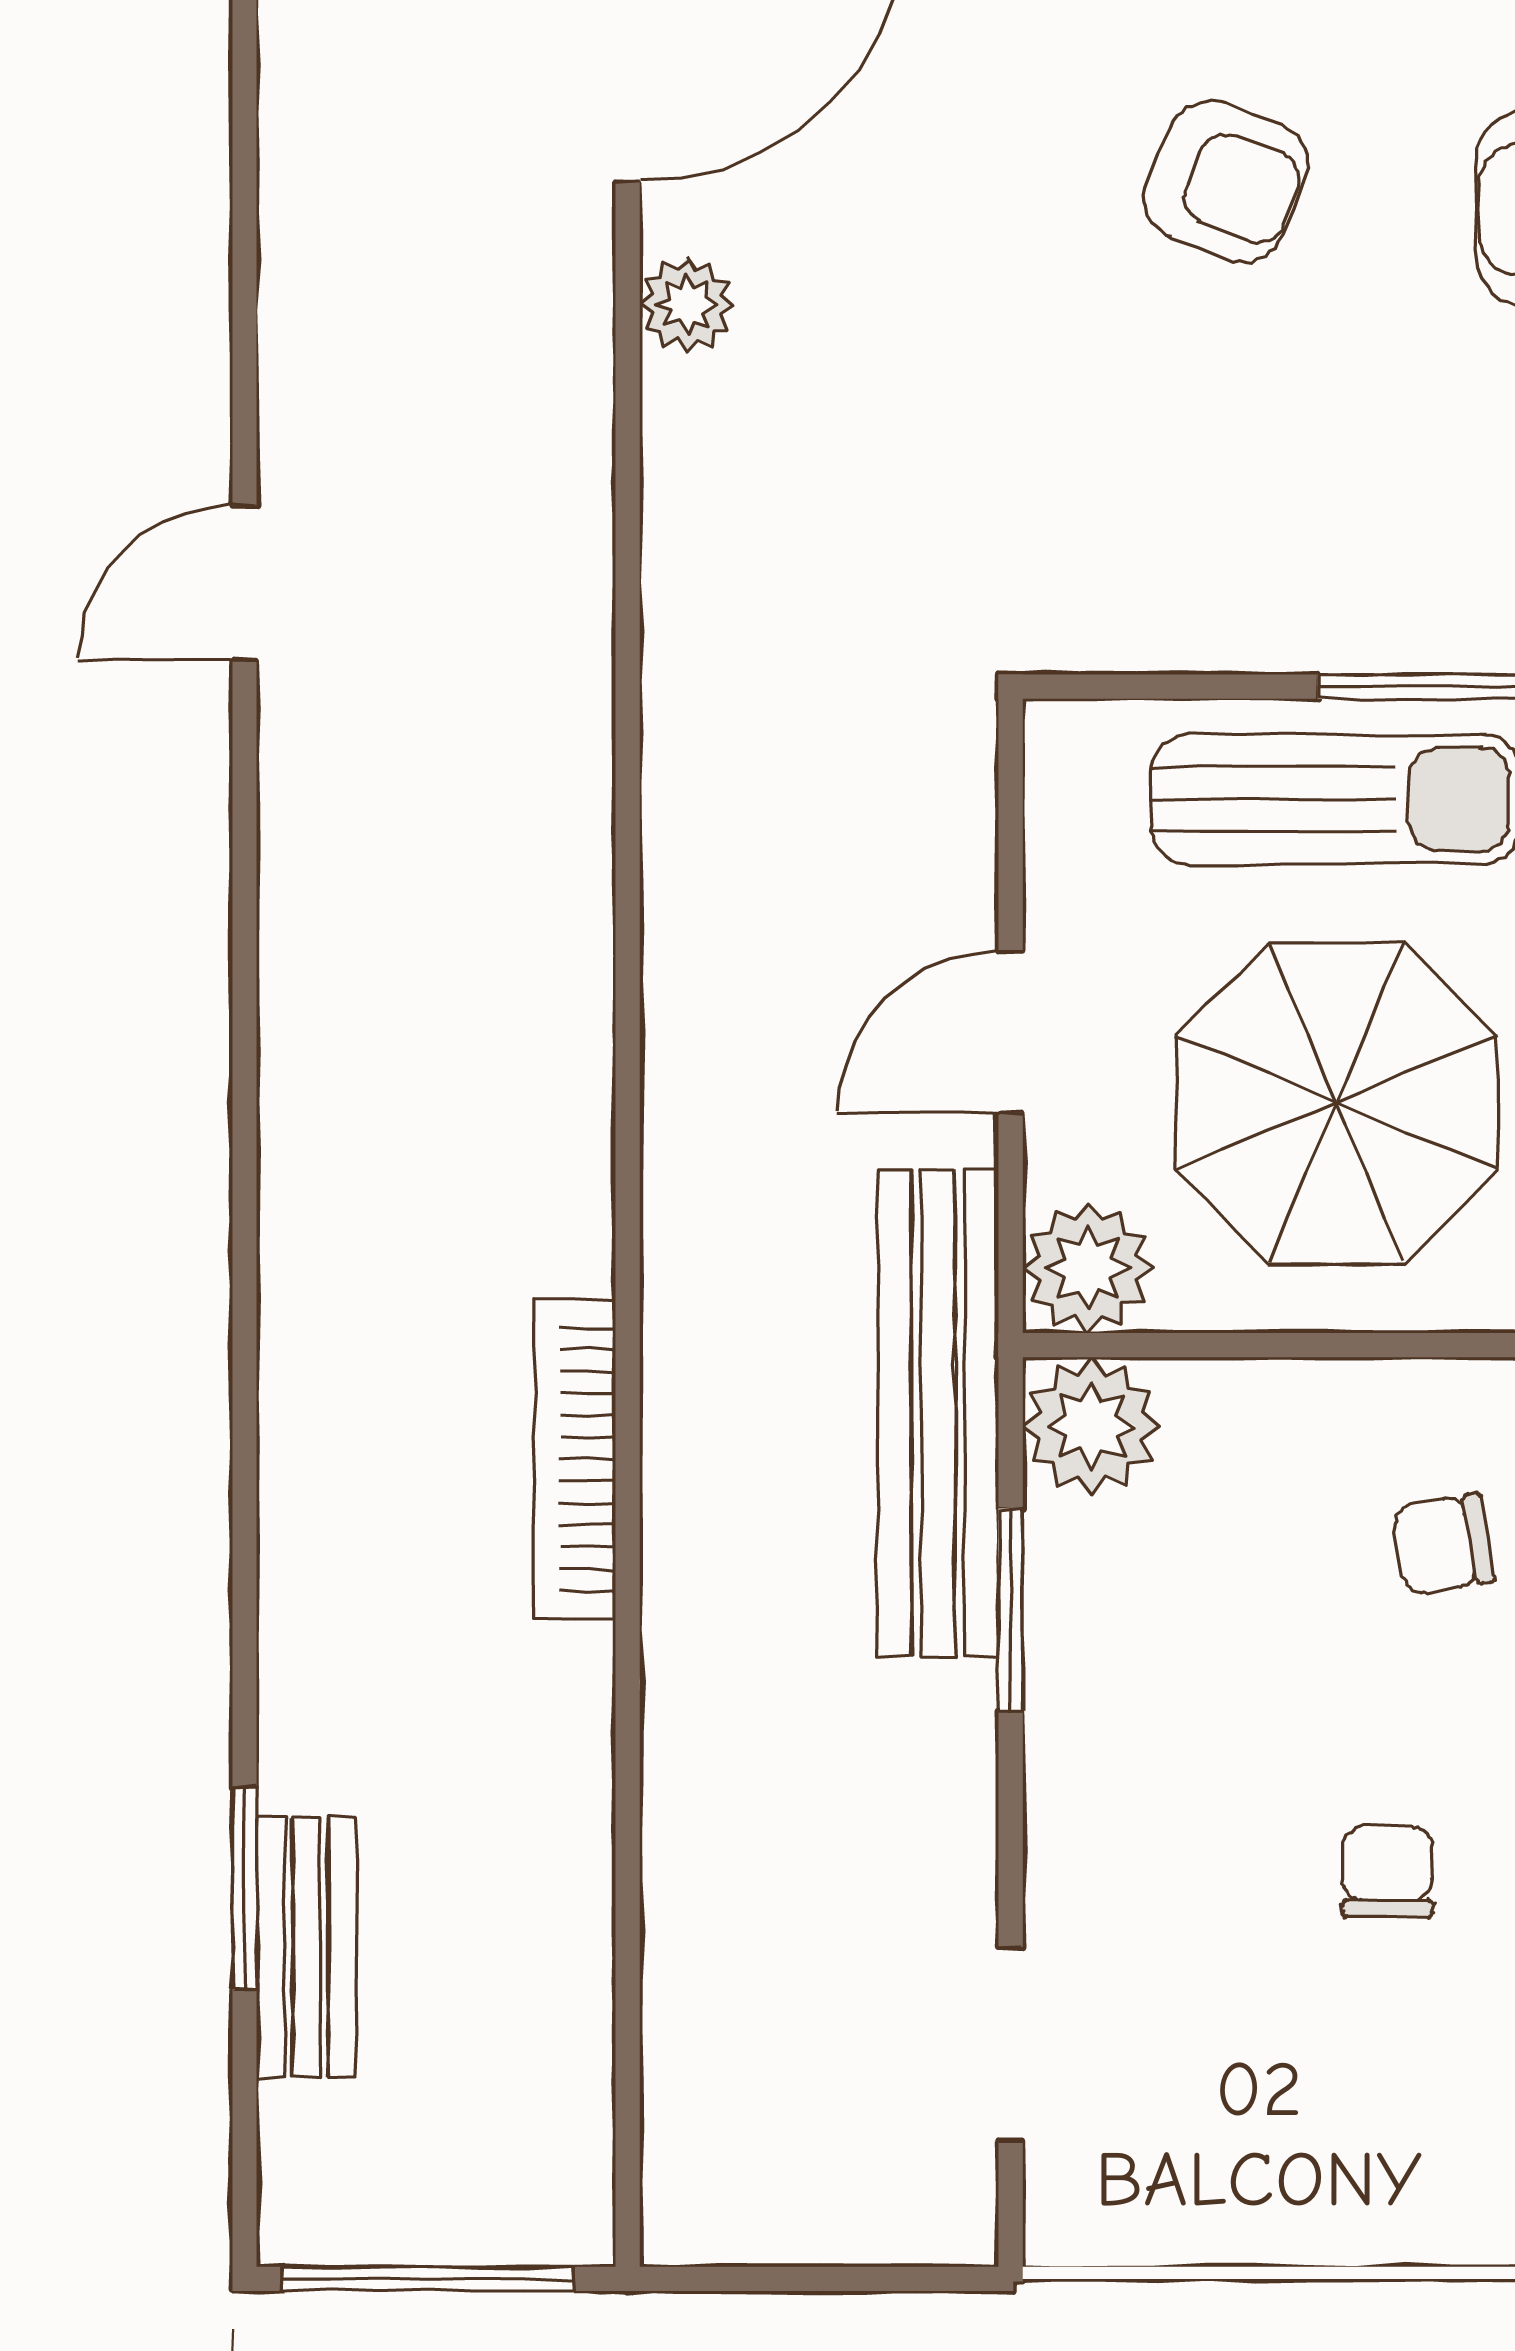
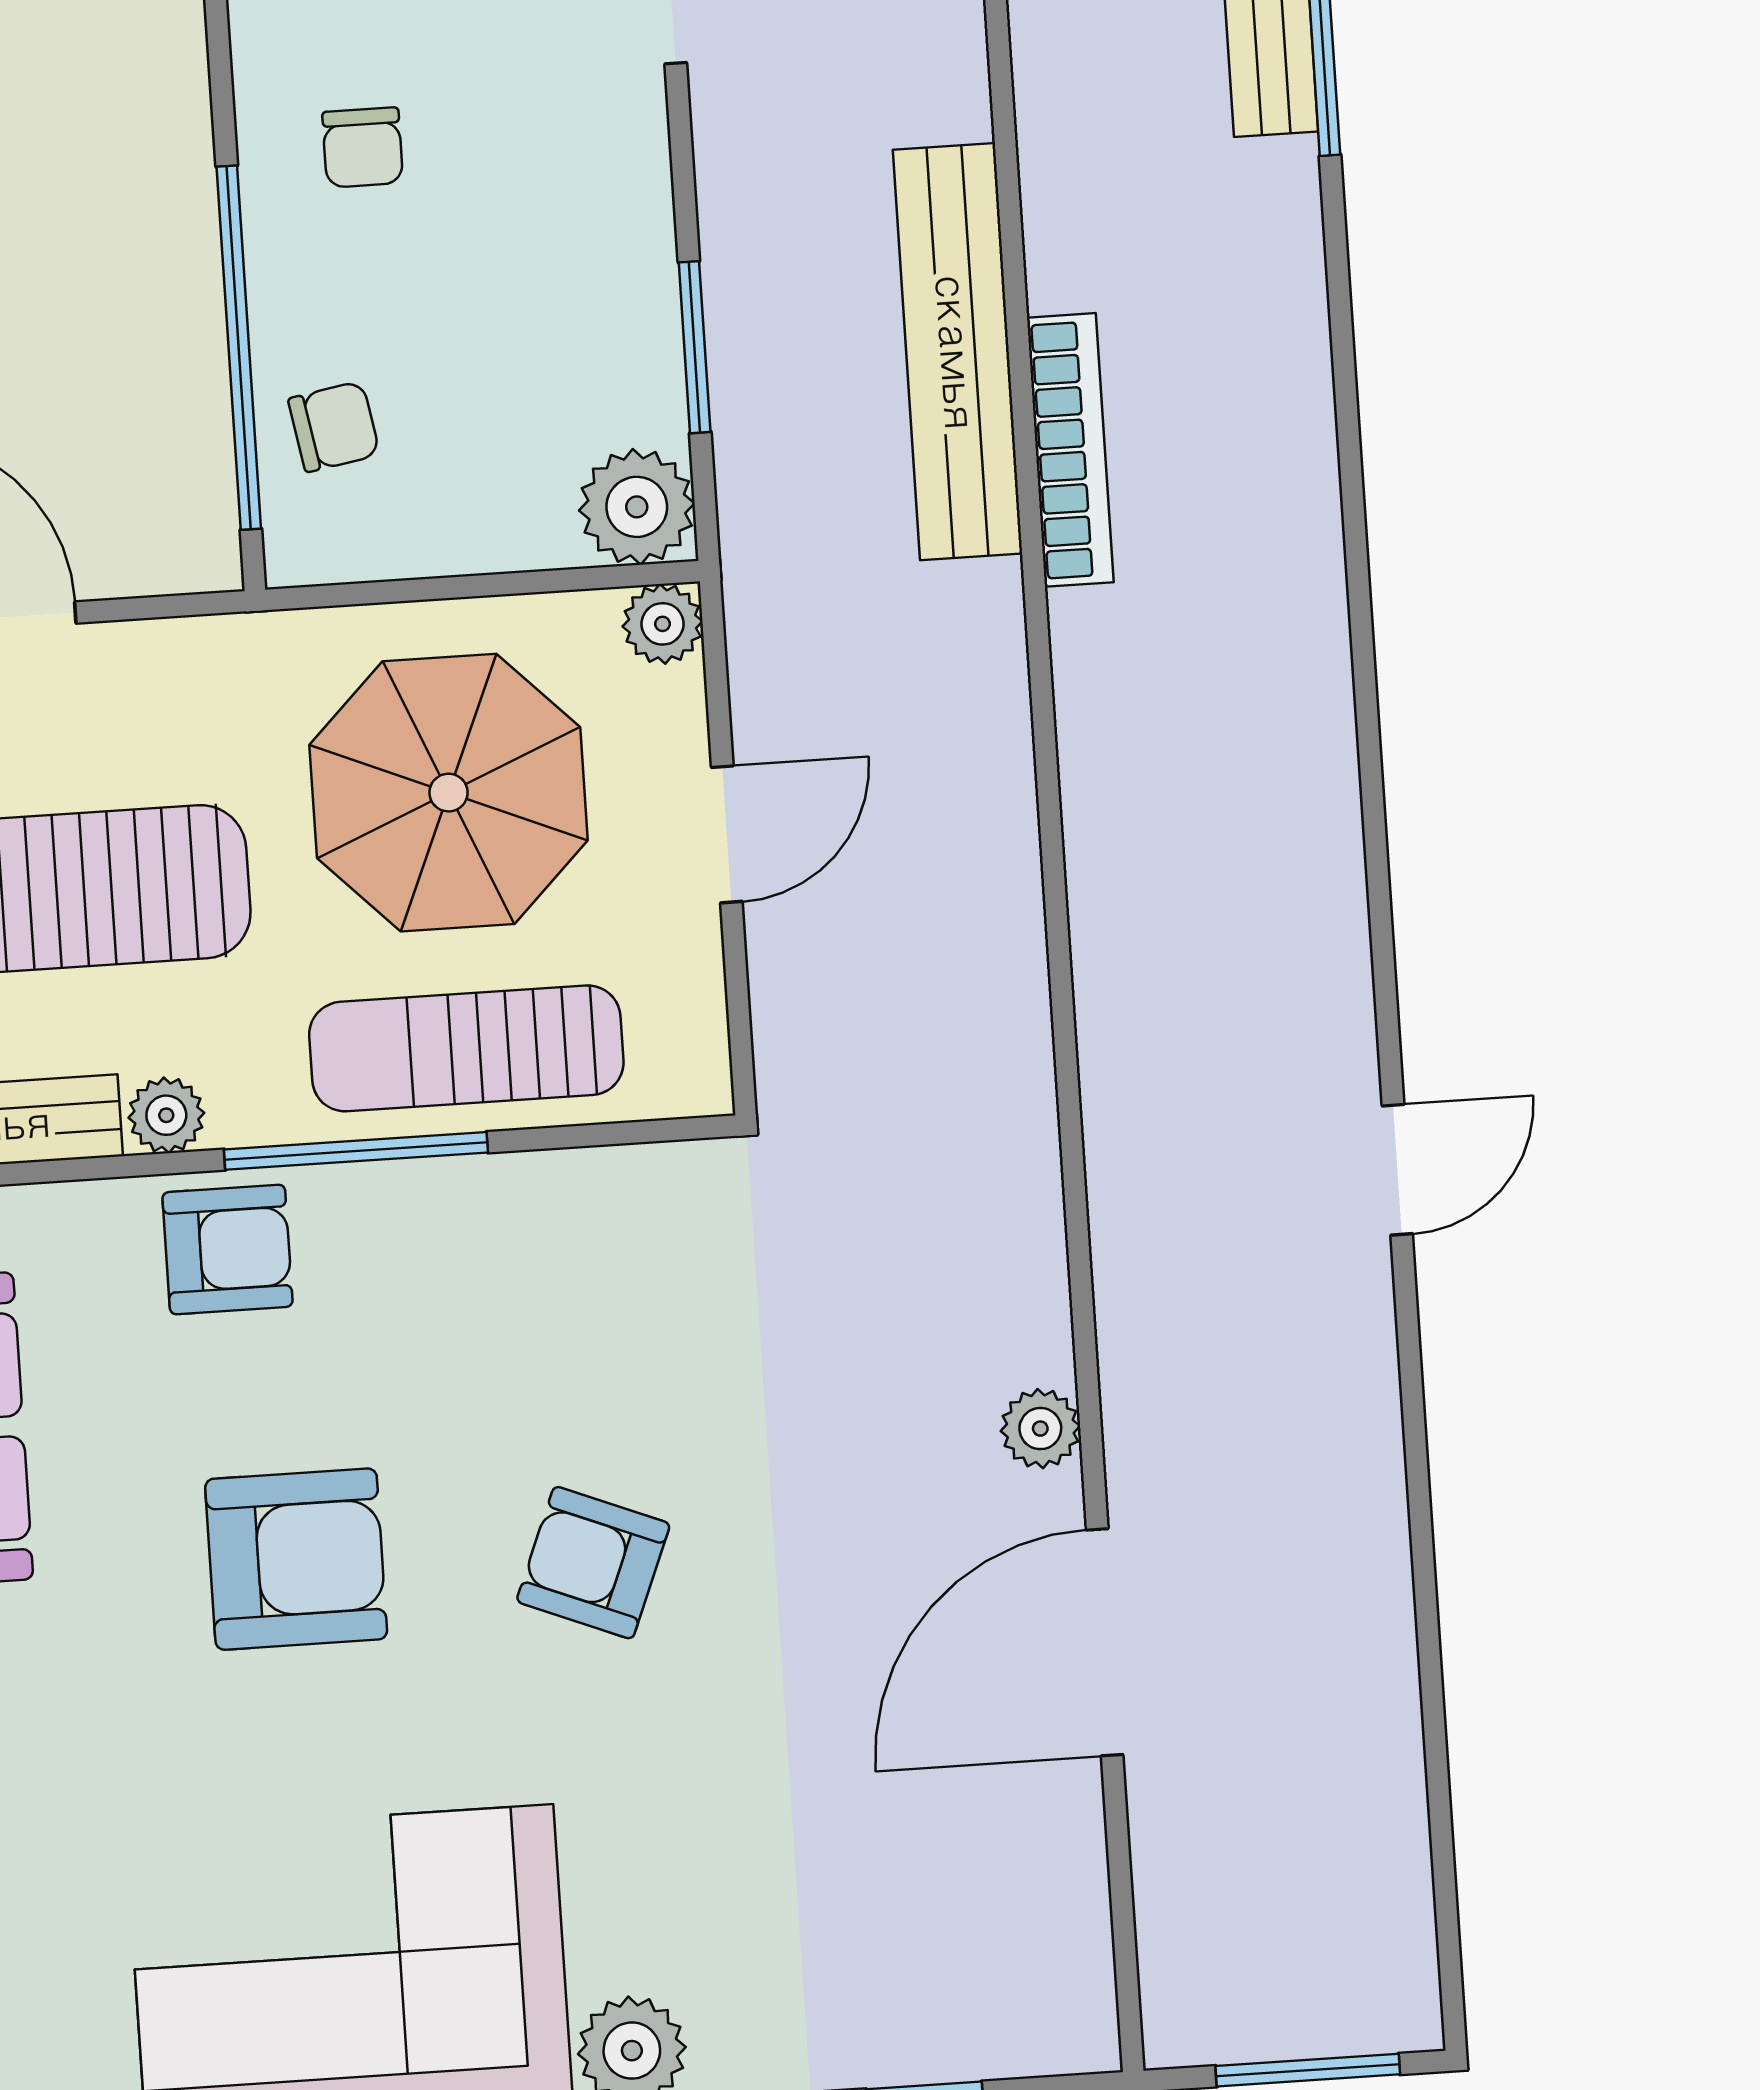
plant: (1088, 1268) -> (663, 624), width x0.73, depth x0.73
bench: (938, 1413) -> (957, 352), moved

